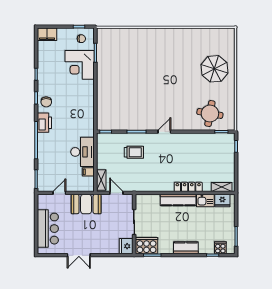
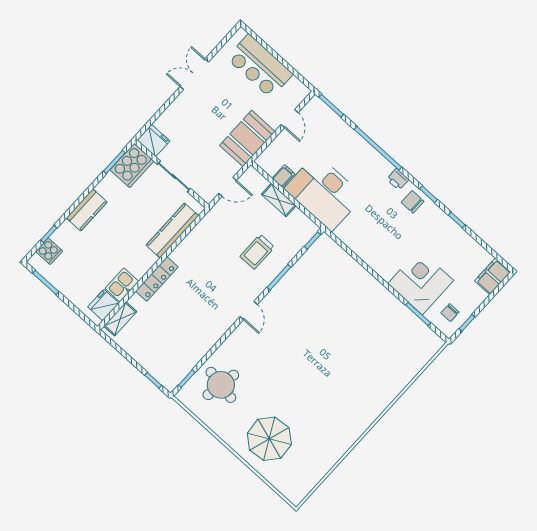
printer: (44, 123) -> (398, 179), width x0.53, depth x0.68
desk: (82, 152) -> (324, 192), width x1.36, depth x1.30
shelving: (101, 180) -> (279, 200), moved
kitchen counter: (178, 200) -> (172, 230), moved

